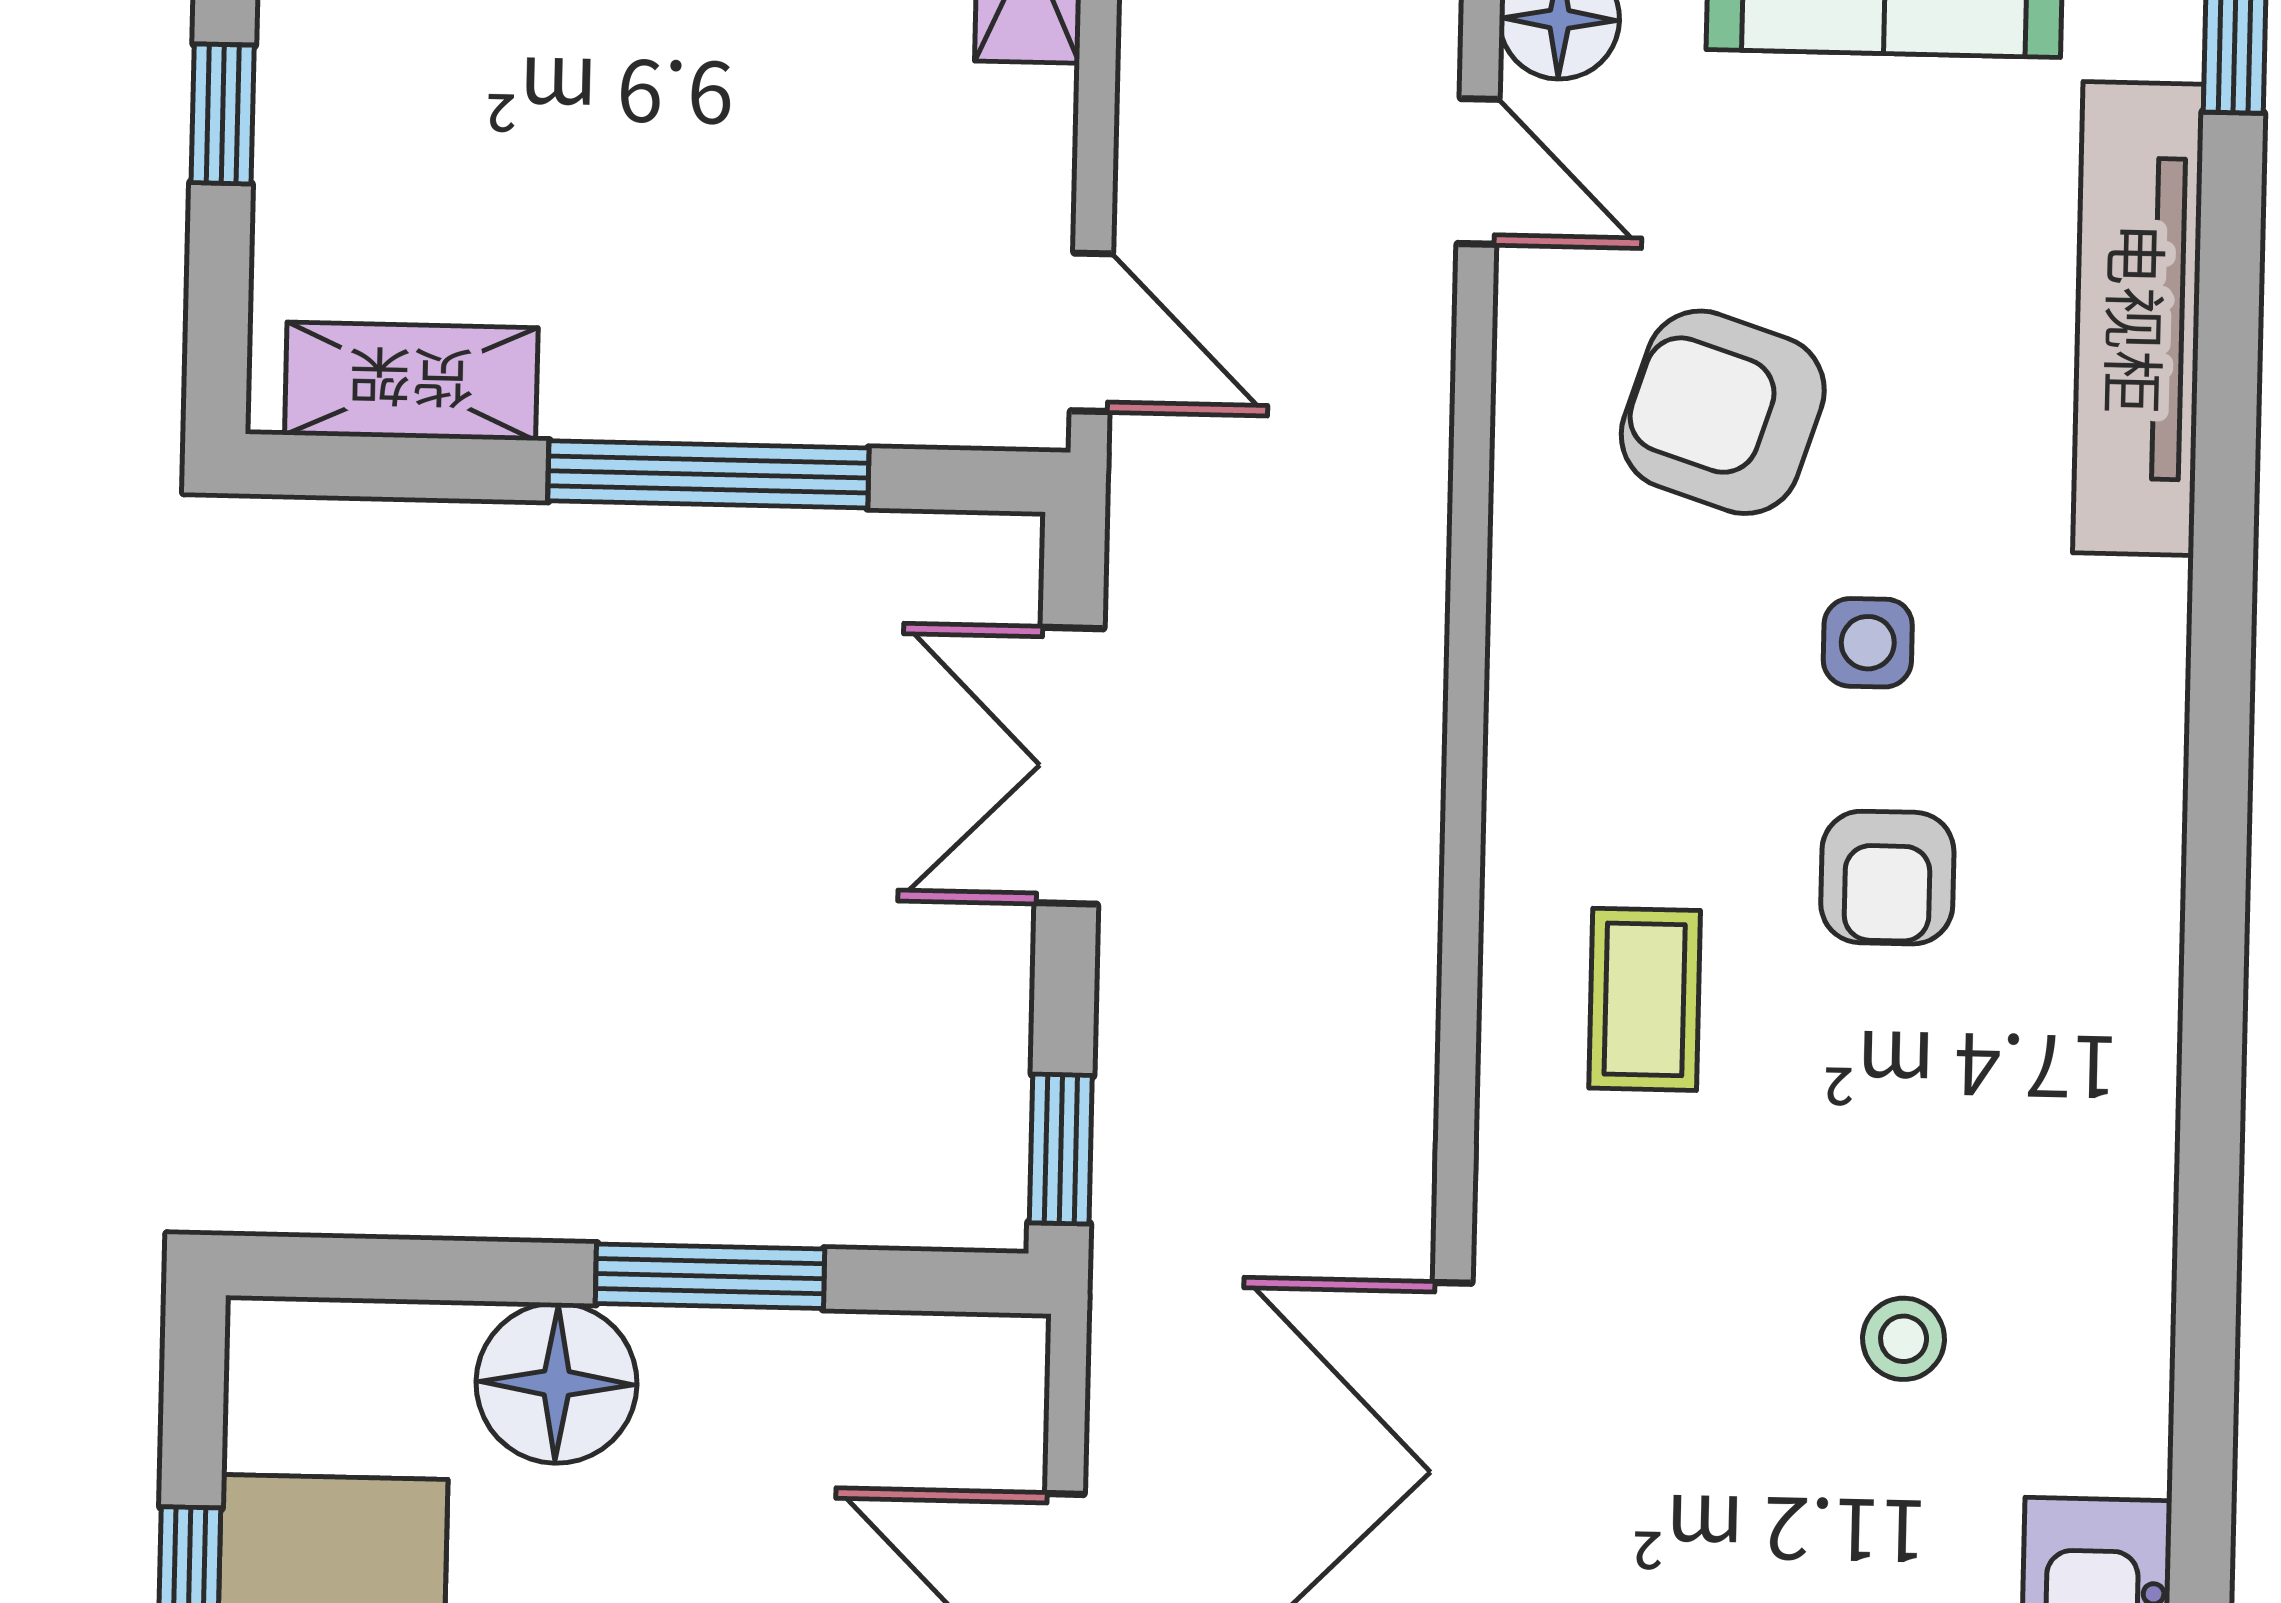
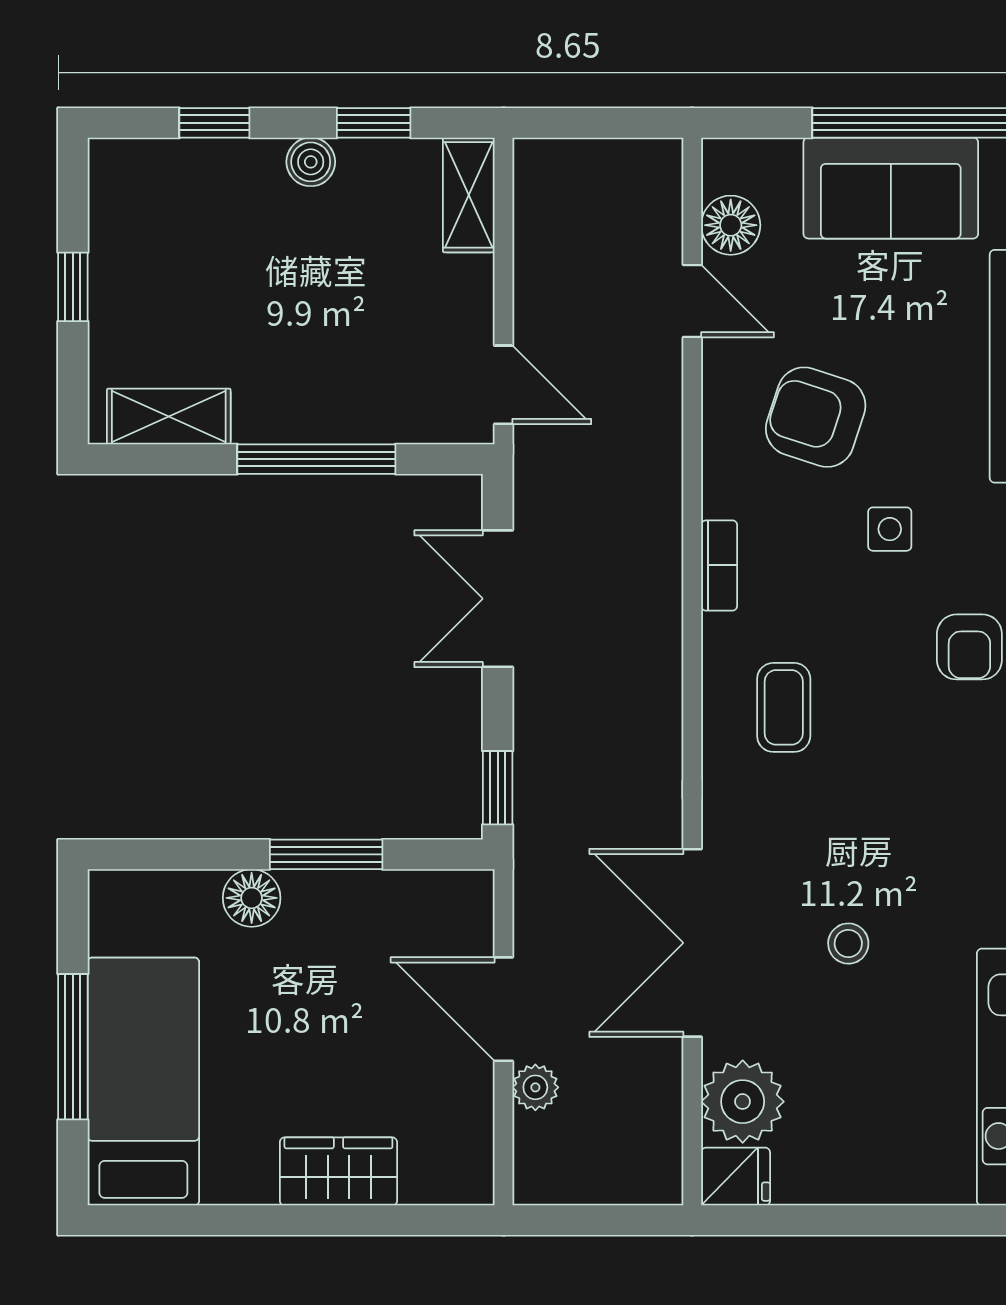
bookcase: (1520, 709) -> (719, 565), added
armchair: (1887, 878) -> (969, 647), moved
stool: (1904, 1339) -> (848, 944), moved
floor lamp: (557, 1383) -> (252, 898), width x0.73, depth x0.73

